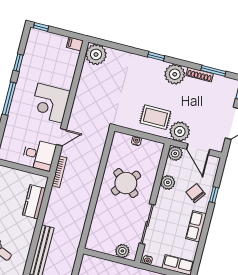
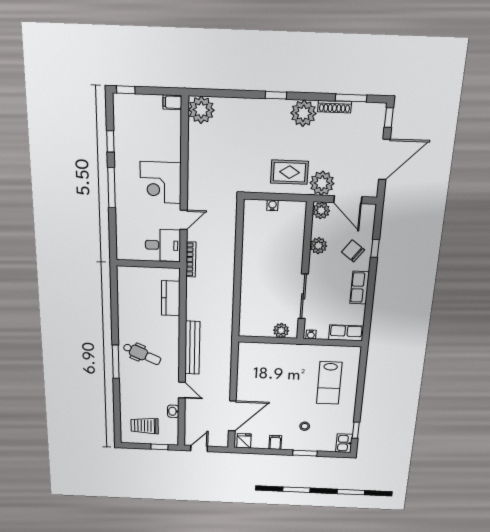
round table: (126, 183) -> (270, 256), removed

